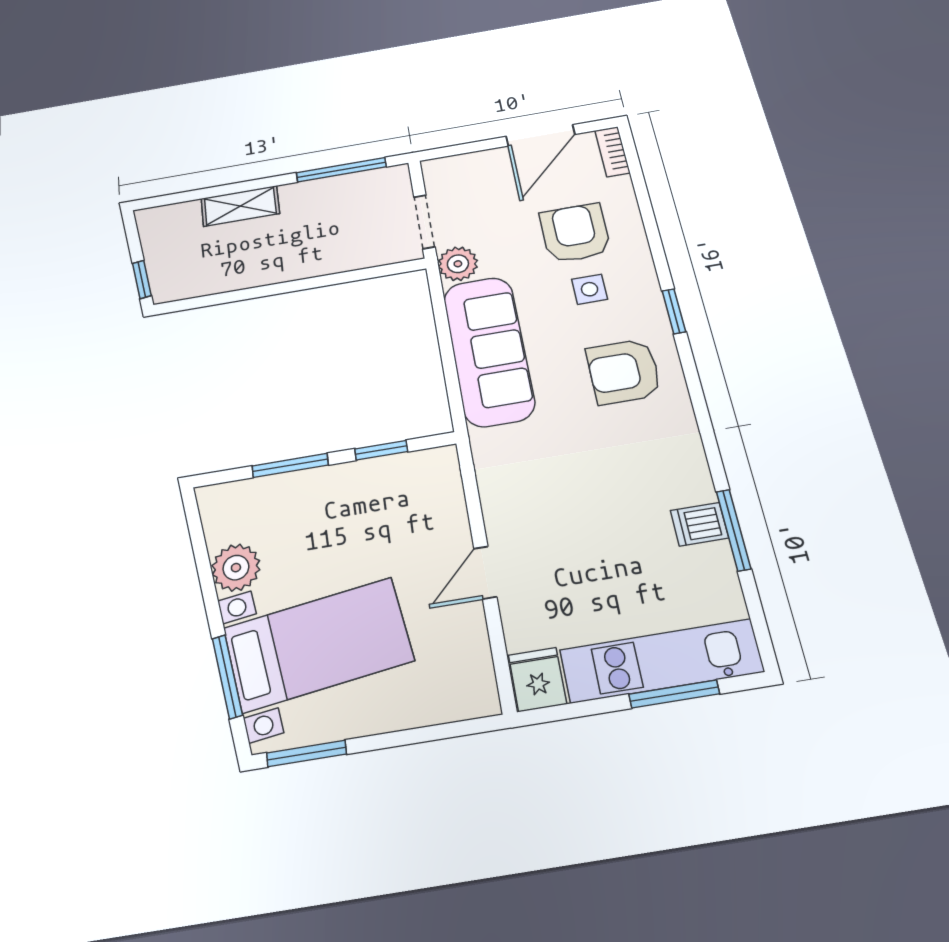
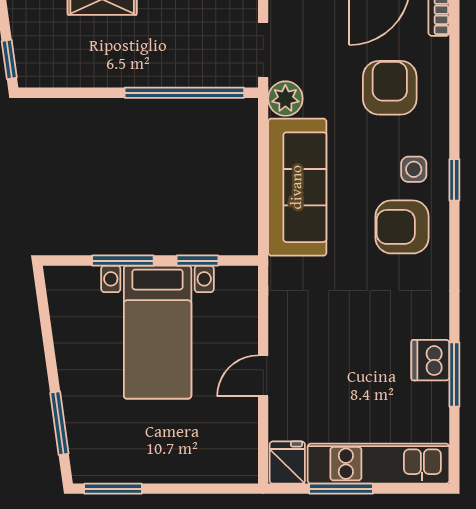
window: (342, 278) -> (184, 93), added
side table: (590, 289) -> (414, 169), moved
dishwasher: (699, 524) -> (430, 360), width x1.38
plant: (236, 568) -> (72, 339), removed
bed with nightstands: (318, 644) -> (158, 332), moved, turned 98
window: (674, 694) -> (341, 489), moved

